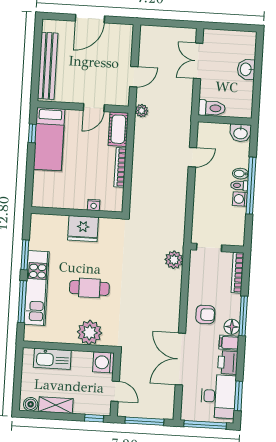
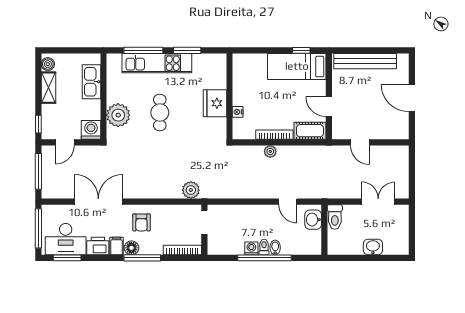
plant: (142, 111) -> (270, 151), moved
washbasin: (241, 133) -> (313, 220), moved

